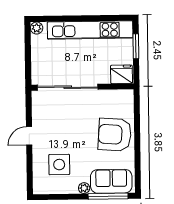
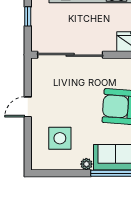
window: (28, 52) -> (28, 16), added

